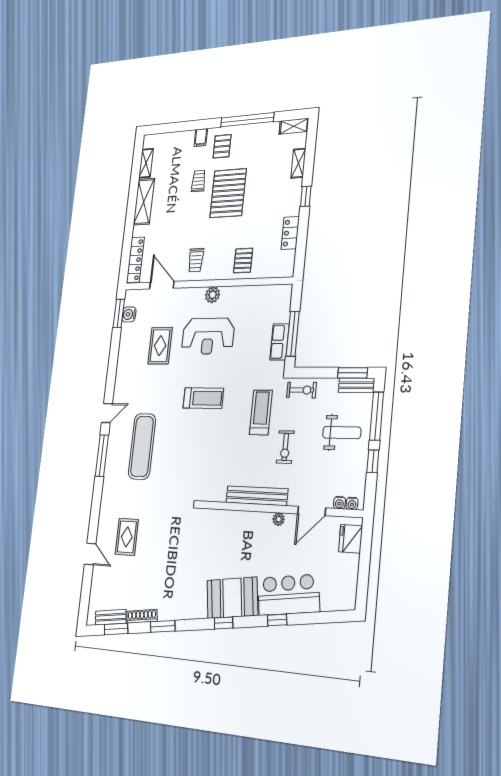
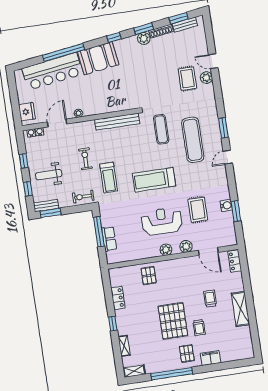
filing cabinet: (201, 138) -> (211, 358), width x2.00
shelving: (146, 163) -> (247, 337), removed
locker: (135, 260) -> (235, 261), width x0.66
trolley: (196, 260) -> (210, 299), moved
plant: (187, 296) -> (186, 246), added
window: (119, 313) -> (236, 211), moved
water cooler: (129, 314) -> (226, 205), moved
row of seats: (279, 342) -> (109, 239), moved
treadmill: (203, 398) -> (154, 180), width x1.37, depth x1.38
window: (377, 416) -> (28, 189), width x0.46
window: (102, 456) -> (223, 128), width x0.69
exercise mat: (177, 470) -> (161, 129), added
bench: (257, 496) -> (117, 122), moved
plant: (104, 532) -> (206, 78), added
bar counter: (289, 595) -> (52, 71), width x1.36
plant: (166, 611) -> (144, 38), added
window: (277, 620) -> (63, 52), width x3.17
window: (223, 623) -> (114, 37), moved

